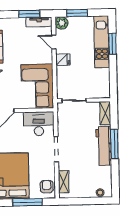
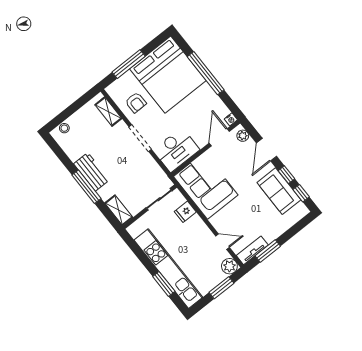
kitchen unit: (102, 42) -> (168, 269), width x1.36
fridge: (63, 60) -> (185, 212), moved
workbench: (104, 146) -> (92, 172), width x0.73
armchair: (47, 187) -> (136, 102), moved

